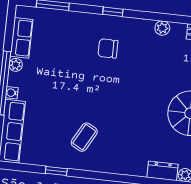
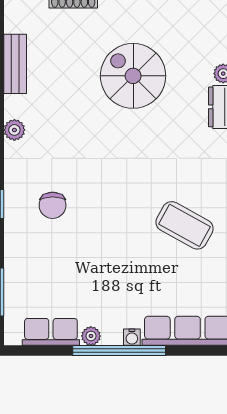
coffee table: (84, 137) -> (185, 225), width x1.36, depth x1.30

